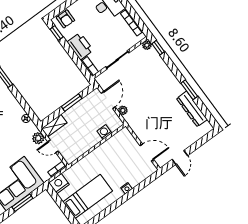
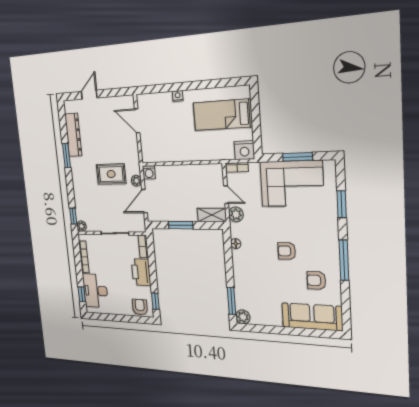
rug: (145, 101) -> (111, 174), added
washing machine: (104, 132) -> (149, 172), moved
door: (180, 158) -> (89, 95), moved

